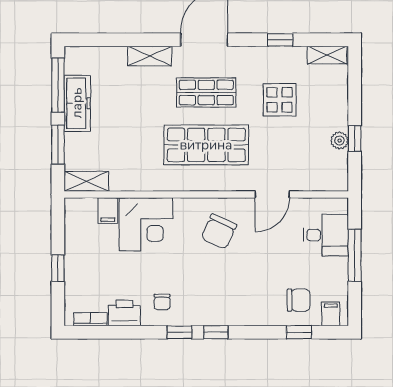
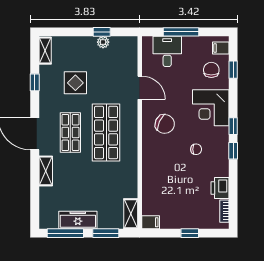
filing cabinet: (108, 211) -> (151, 222), moved
corner desk: (146, 224) -> (211, 108), moved, turned 180
chair: (162, 302) -> (196, 149), moved

